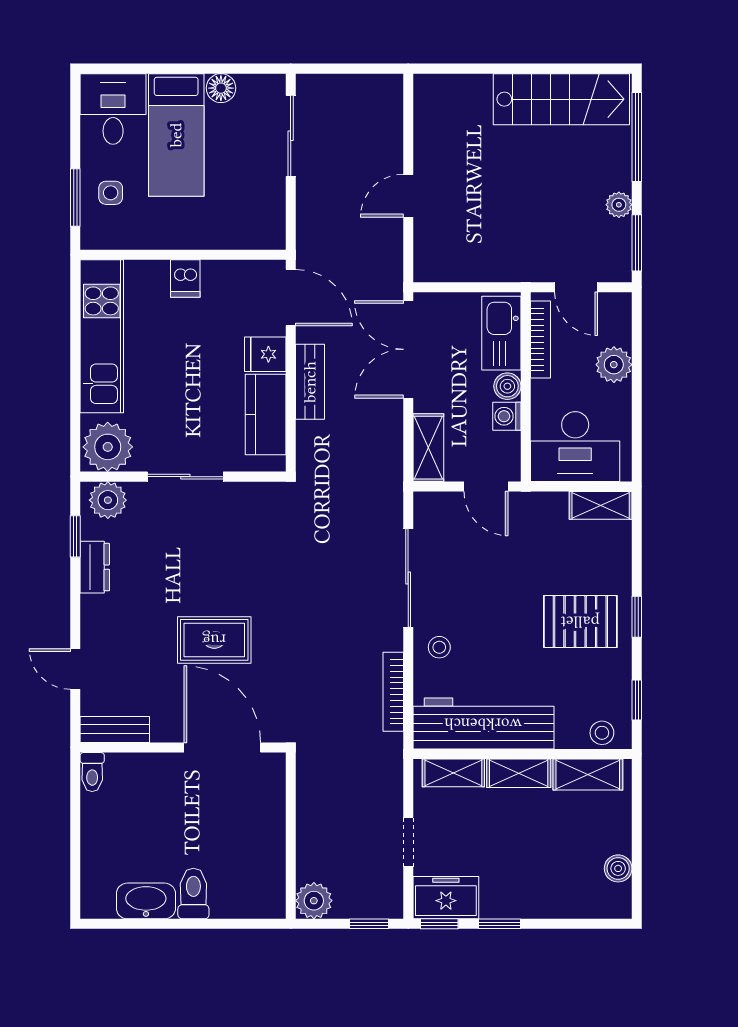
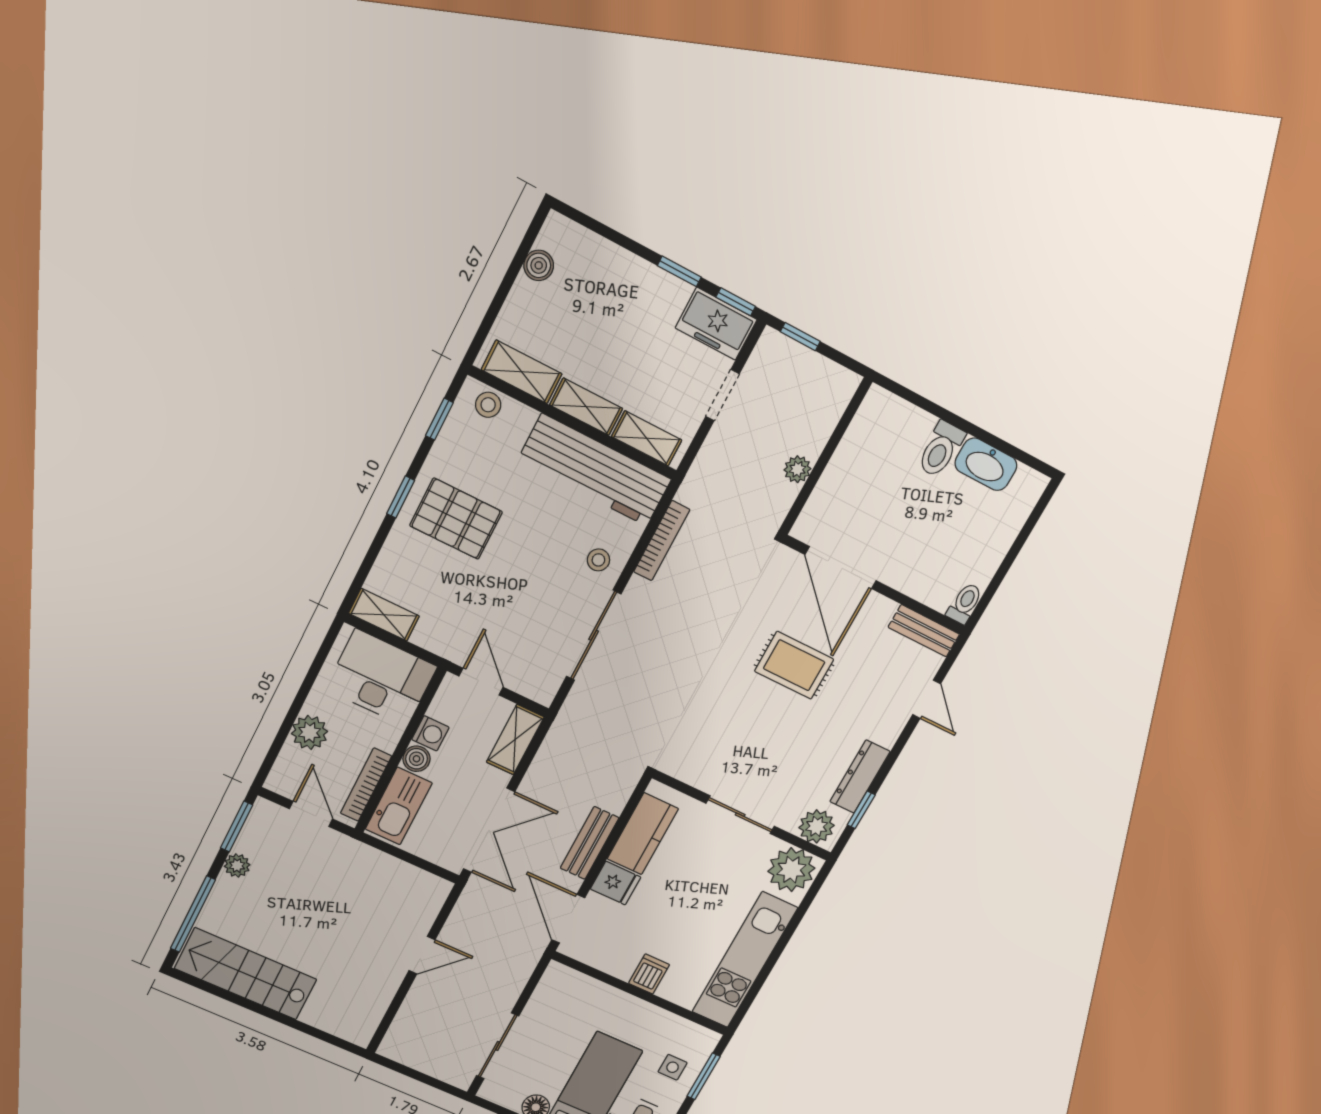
dresser: (95, 567) -> (860, 777), width x1.44
plant: (314, 901) -> (797, 469), moved, width x0.73, depth x0.73

